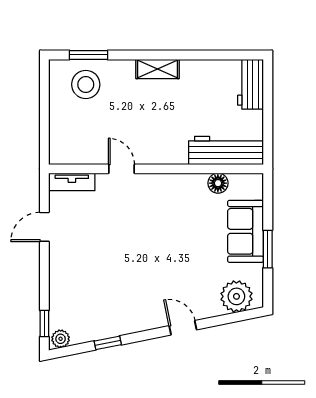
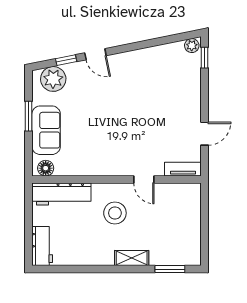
shelving: (158, 69) -> (132, 258), moved
stool: (86, 84) -> (115, 213), moved
floor lamp: (218, 183) -> (46, 168), moved
window: (108, 343) -> (66, 60), moved

